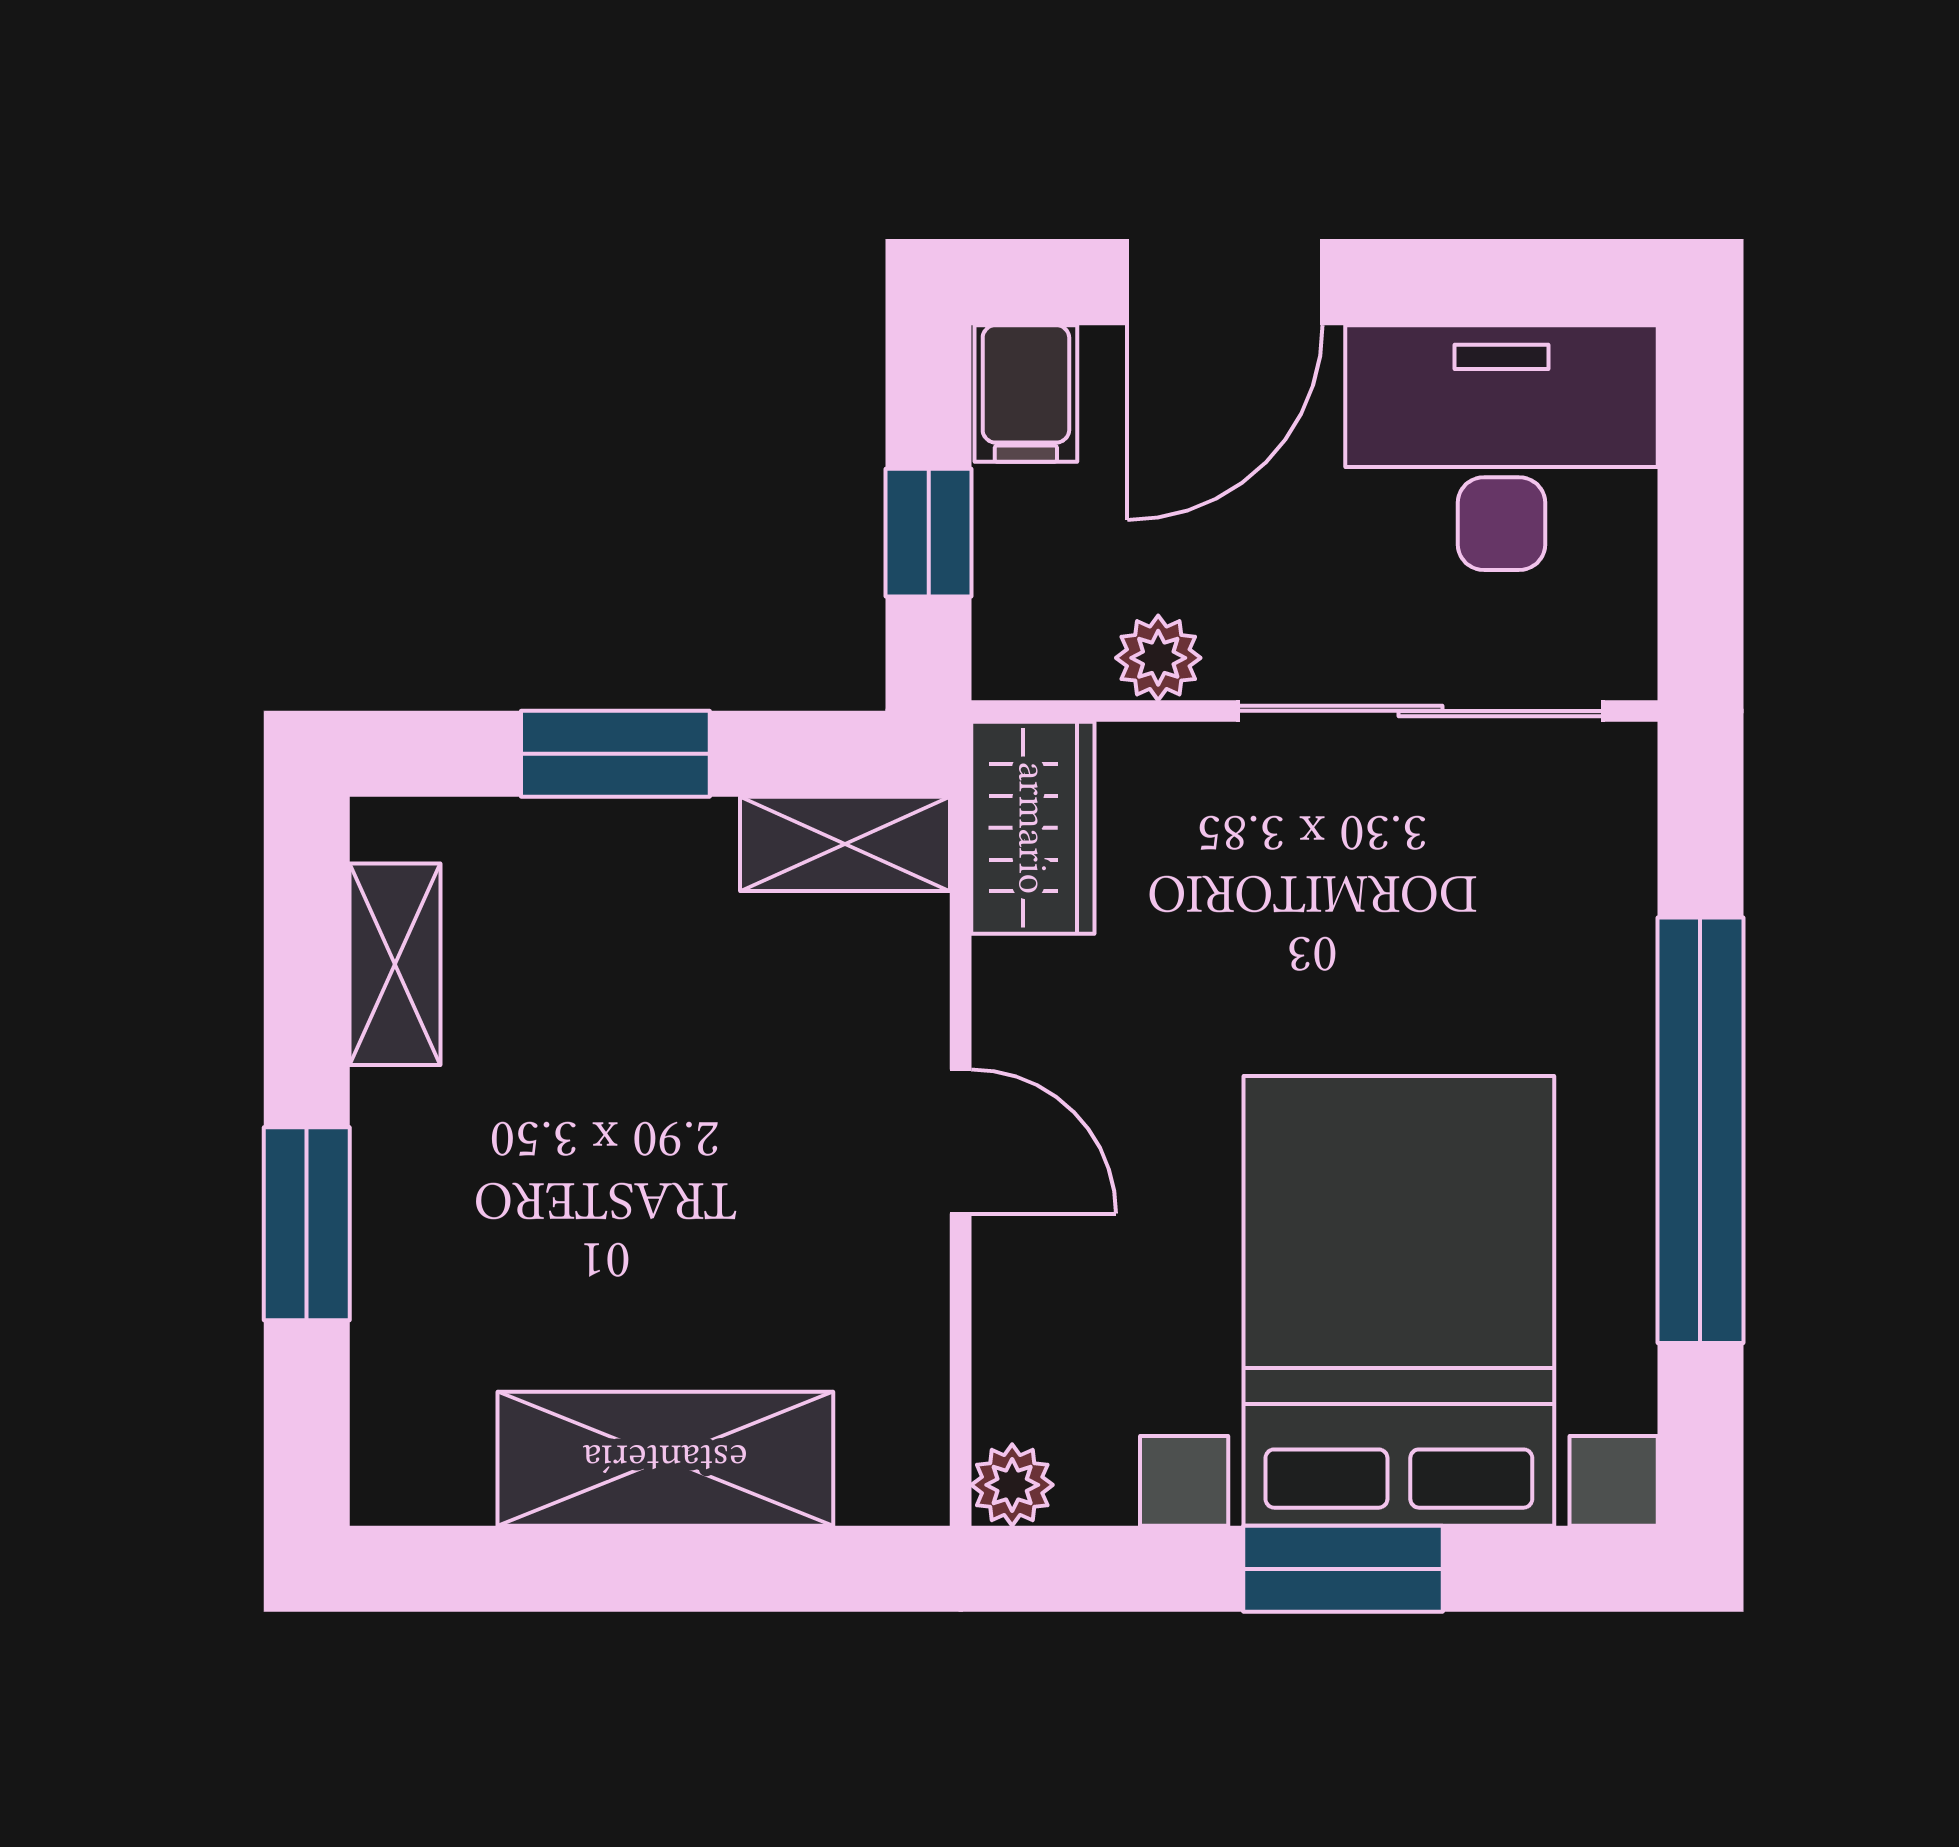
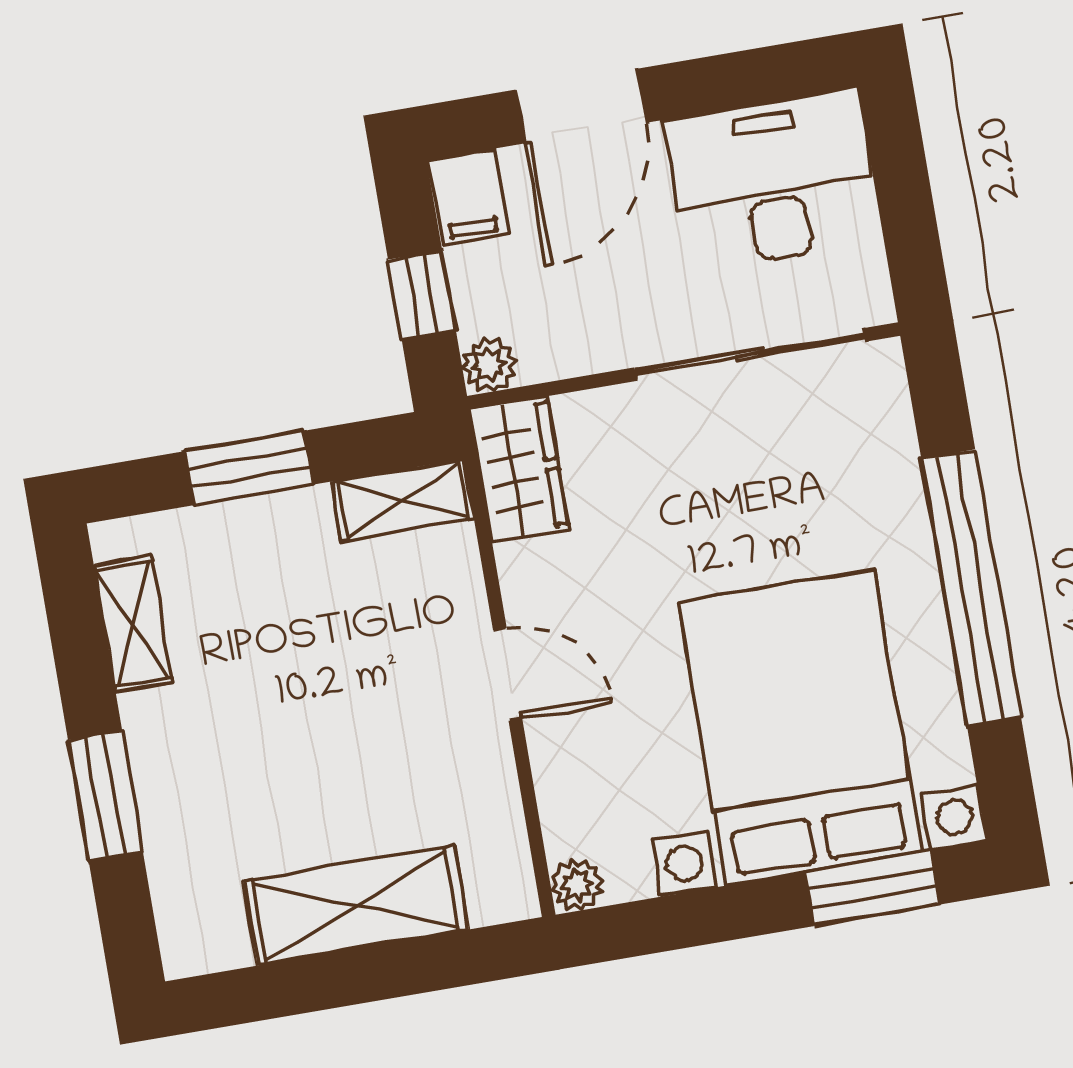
plant: (1158, 658) -> (489, 365), moved
window: (1343, 1569) -> (872, 888), moved

